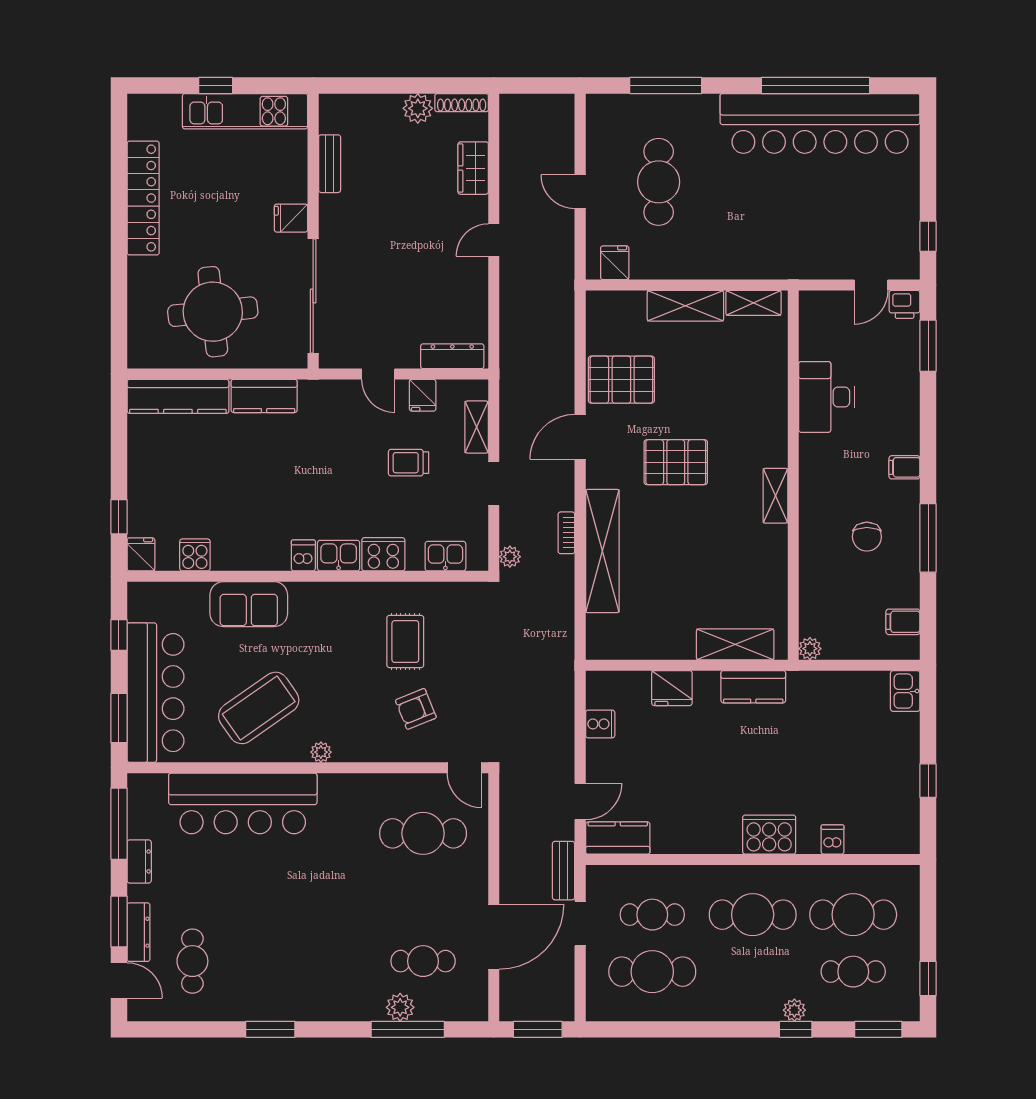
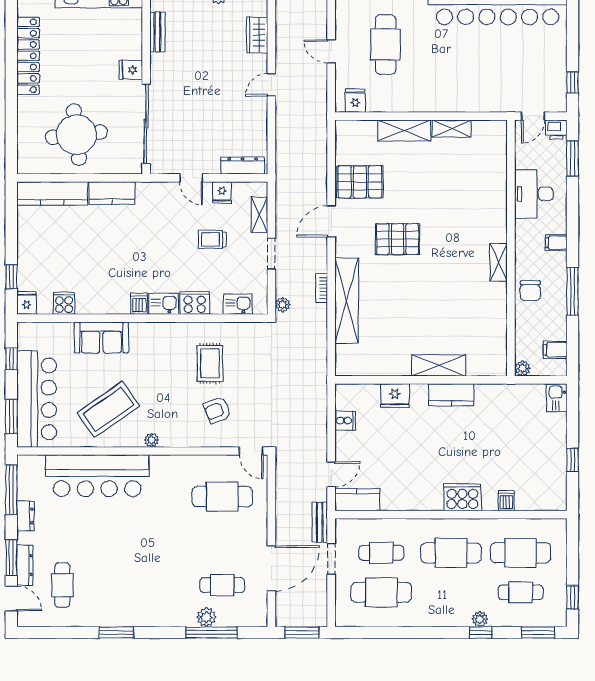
desk: (826, 397) -> (534, 194), moved
wall: (793, 475) -> (511, 248), moved
shelving: (775, 496) -> (498, 262), moved
plant: (810, 649) -> (522, 368), moved

